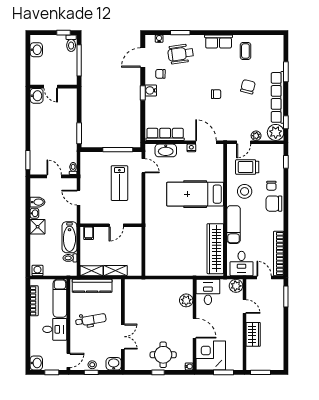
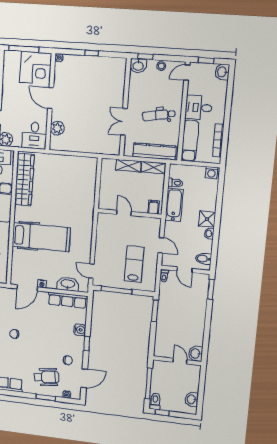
water cooler: (151, 90) -> (80, 330), moved
door: (206, 142) -> (27, 288), hinge flipped
lab bench: (119, 183) -> (134, 264), moved
bidet: (38, 202) -> (203, 259), moved
door: (116, 225) -> (124, 213), hinge flipped
double door: (123, 337) -> (124, 122), moved
round table: (163, 355) -> (85, 72), removed
window: (91, 372) -> (146, 57), moved
window: (223, 372) -> (24, 49), width x1.44

